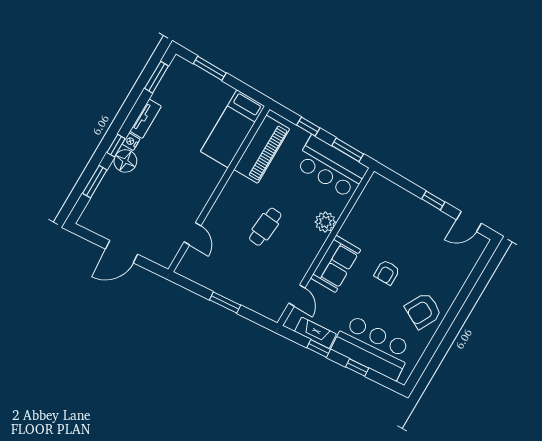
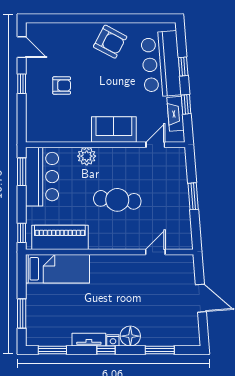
window: (308, 127) -> (22, 233), moved
window: (116, 146) -> (106, 350), moved
cafe table: (265, 227) -> (117, 200), width x1.37, depth x1.35
armchair: (387, 272) -> (62, 85), moved

